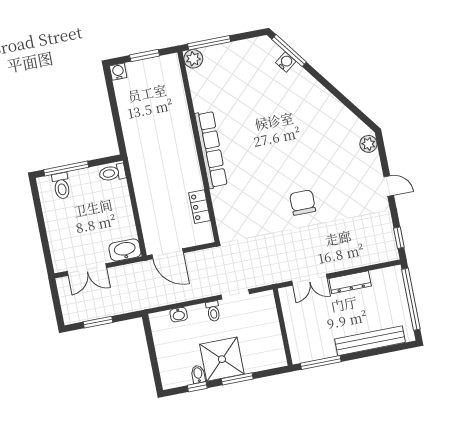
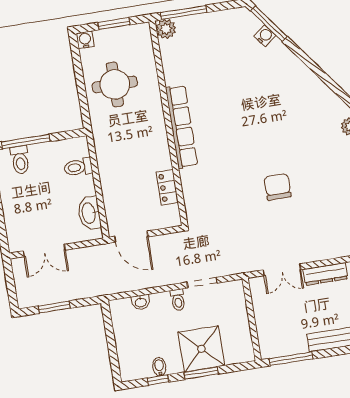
round table: (147, 112) -> (115, 84), added
toilet: (112, 173) -> (78, 167), moved
washbasin: (125, 250) -> (89, 213), moved, turned -90
shower: (222, 359) -> (201, 349), moved

